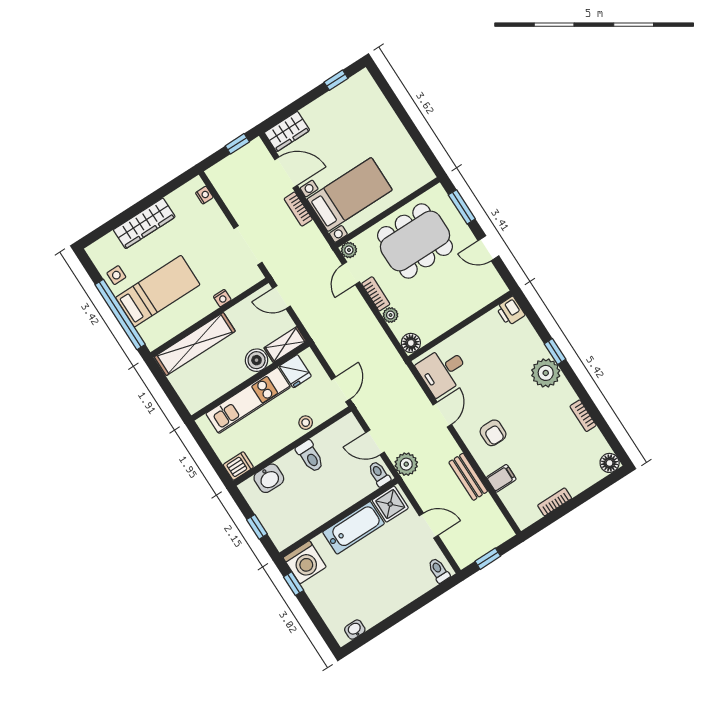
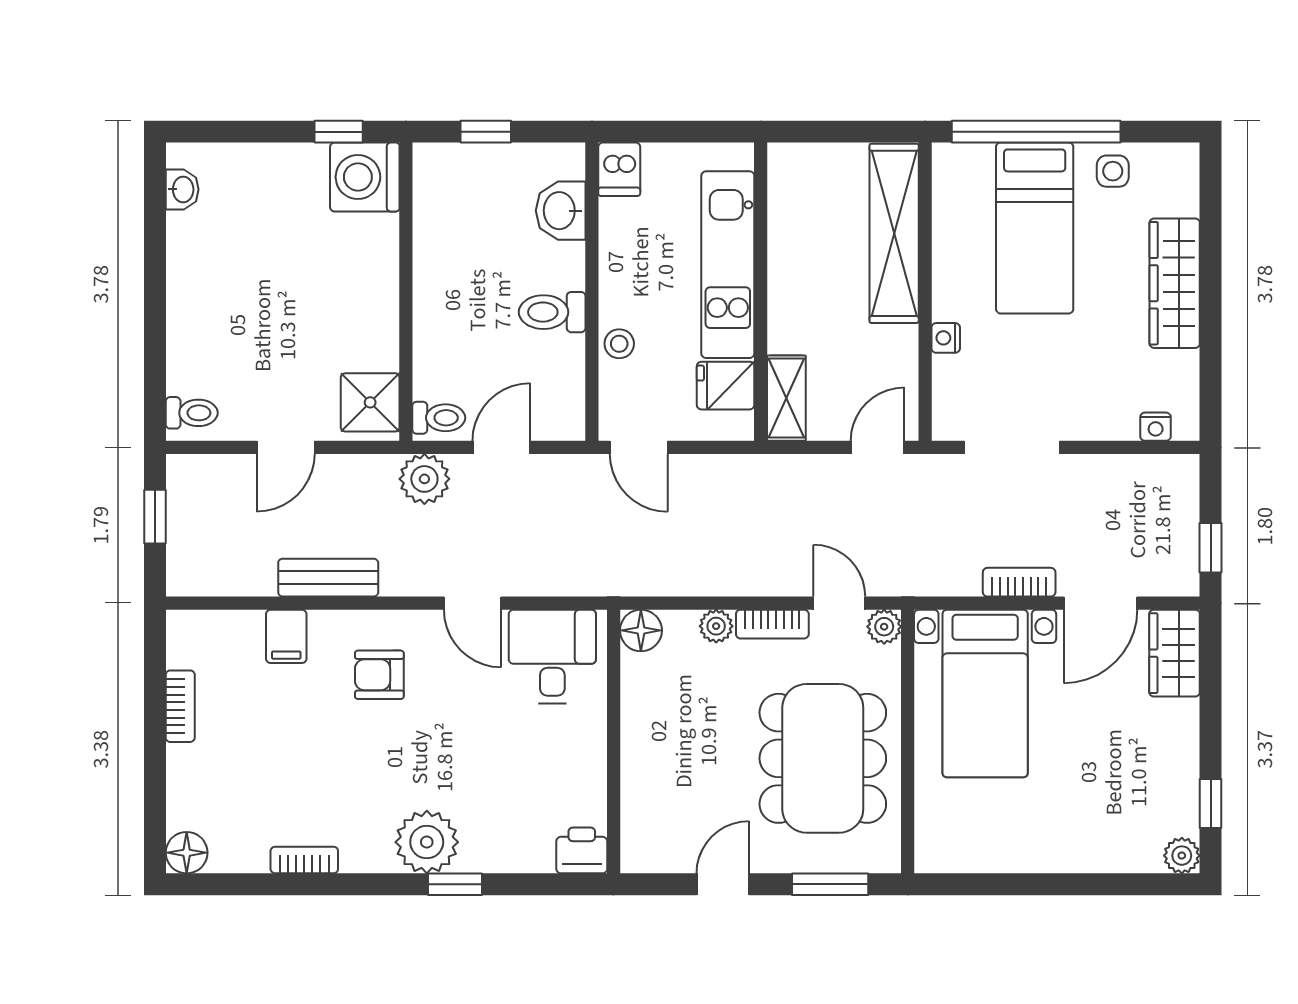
plant: (363, 78) -> (1182, 856), added
boiler: (257, 360) -> (792, 327), removed
bathtub: (354, 528) -> (370, 307), removed

